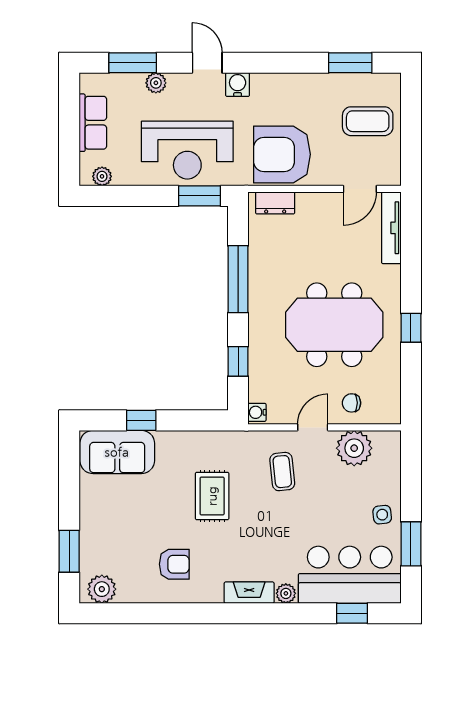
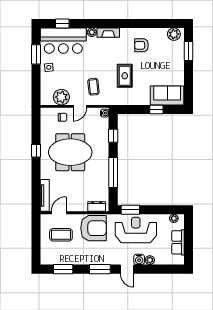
window: (133, 63) -> (100, 269), moved
water cooler: (238, 85) -> (139, 259), moved
coffee table: (368, 121) -> (61, 235), moved

